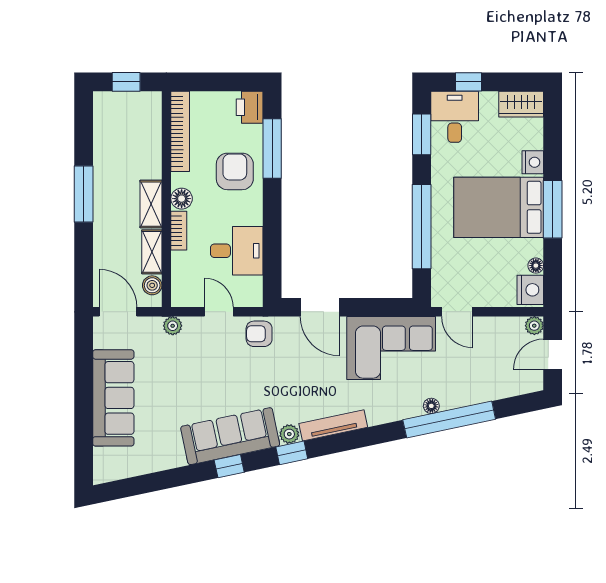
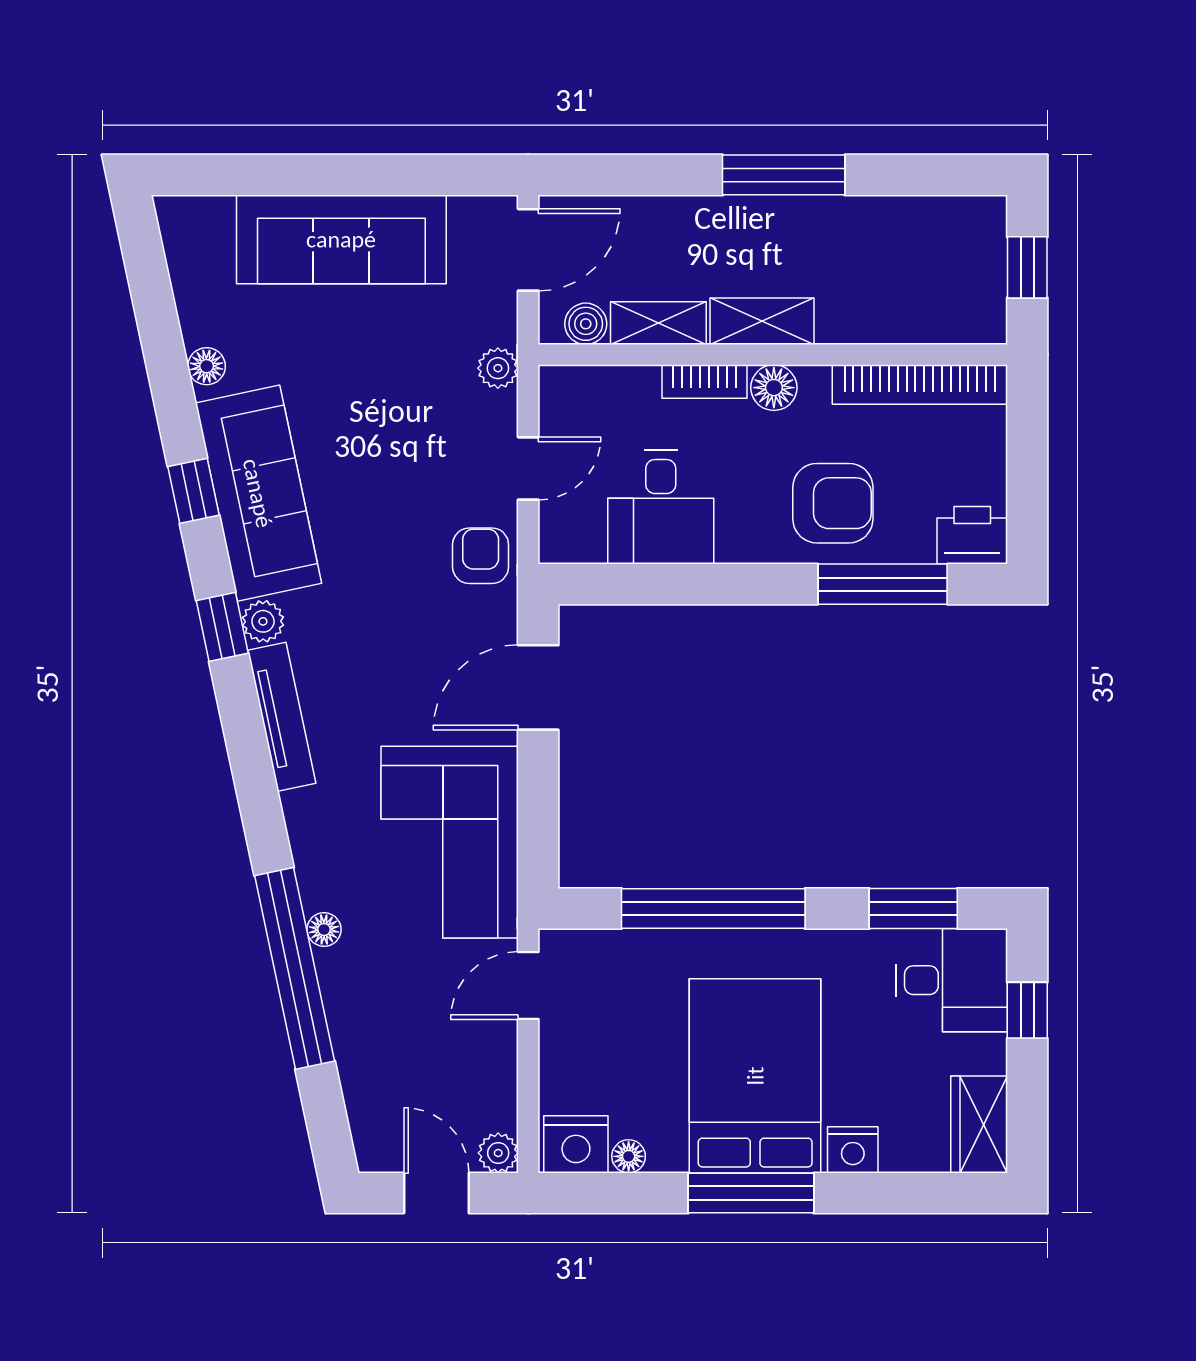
floor lamp: (172, 460) -> (207, 366), added

